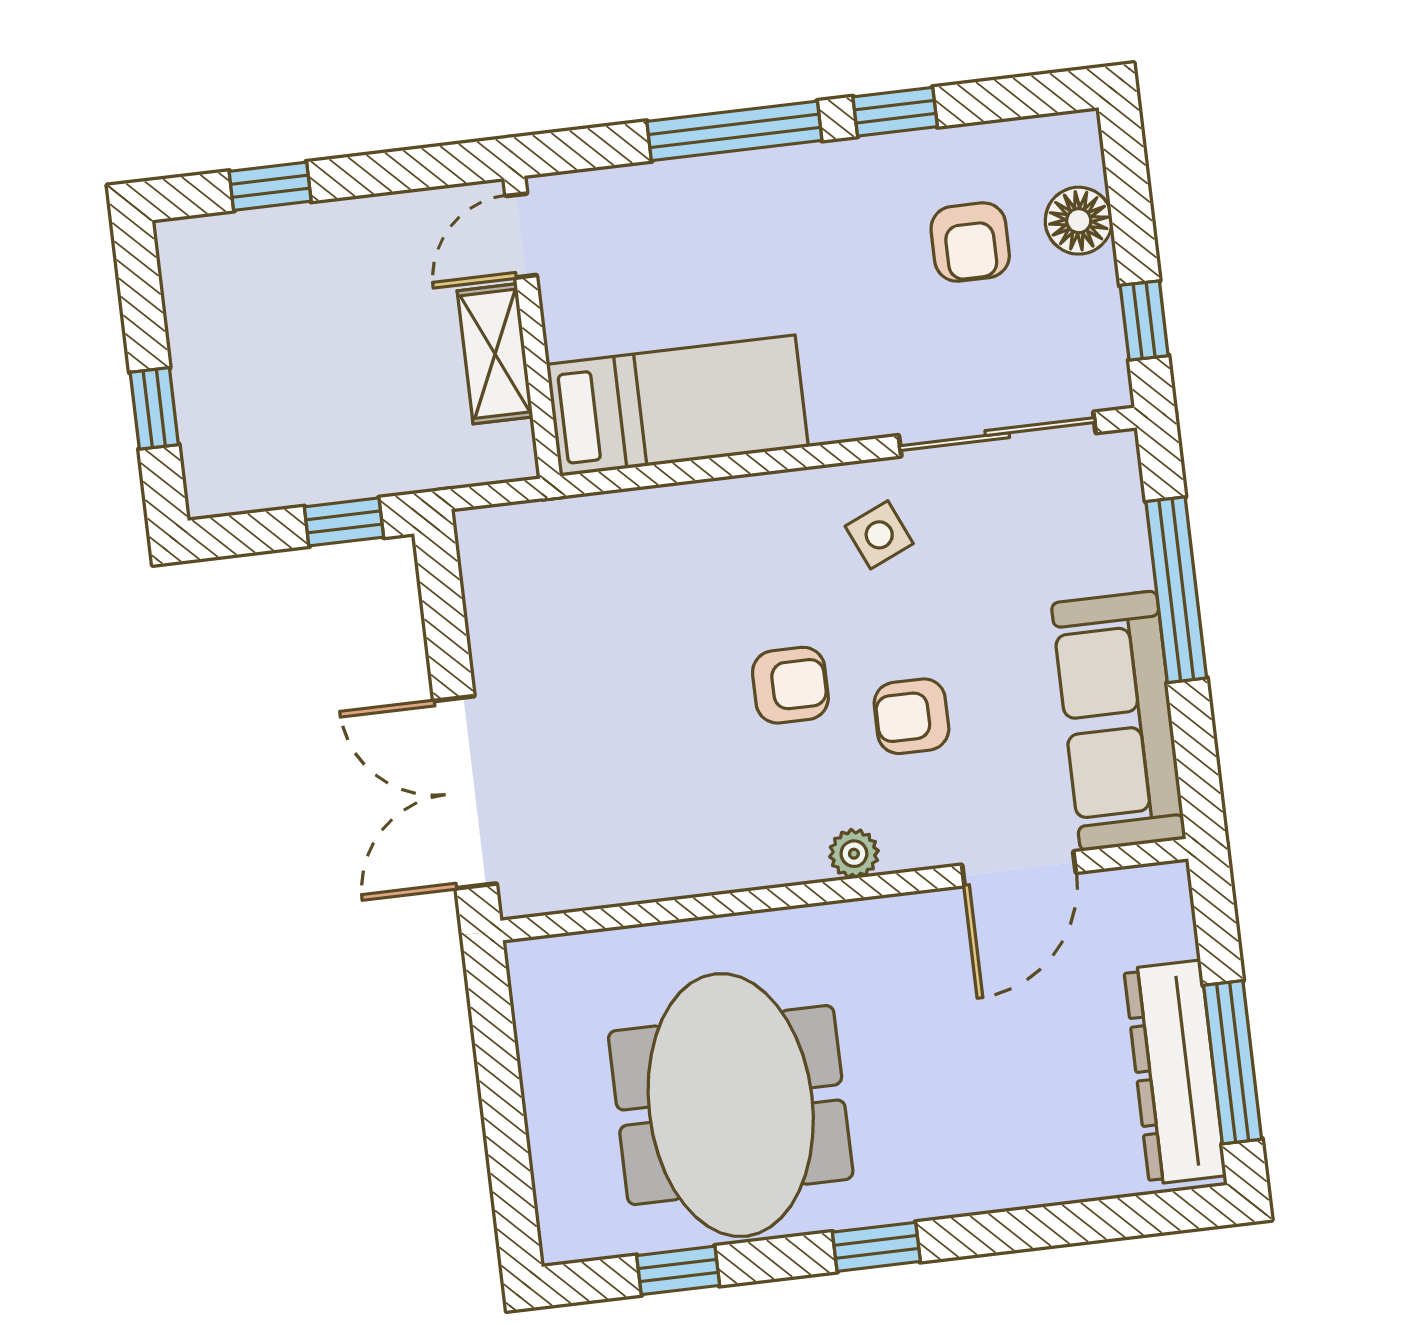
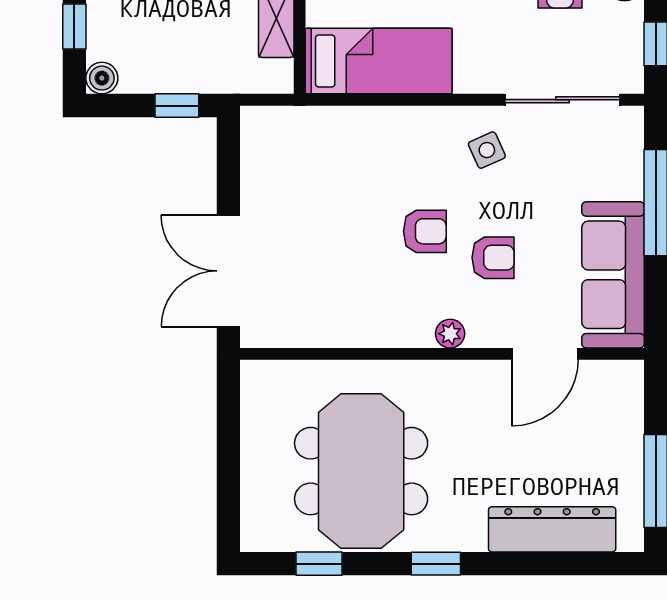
boiler: (211, 491) -> (102, 78), added
armchair: (911, 716) -> (493, 258), turned 180
dresser: (1175, 1072) -> (552, 529), moved, turned 90

